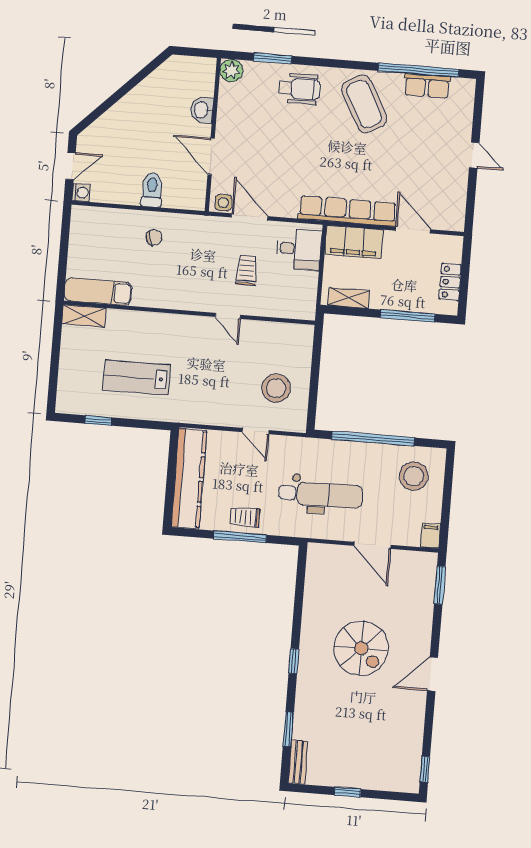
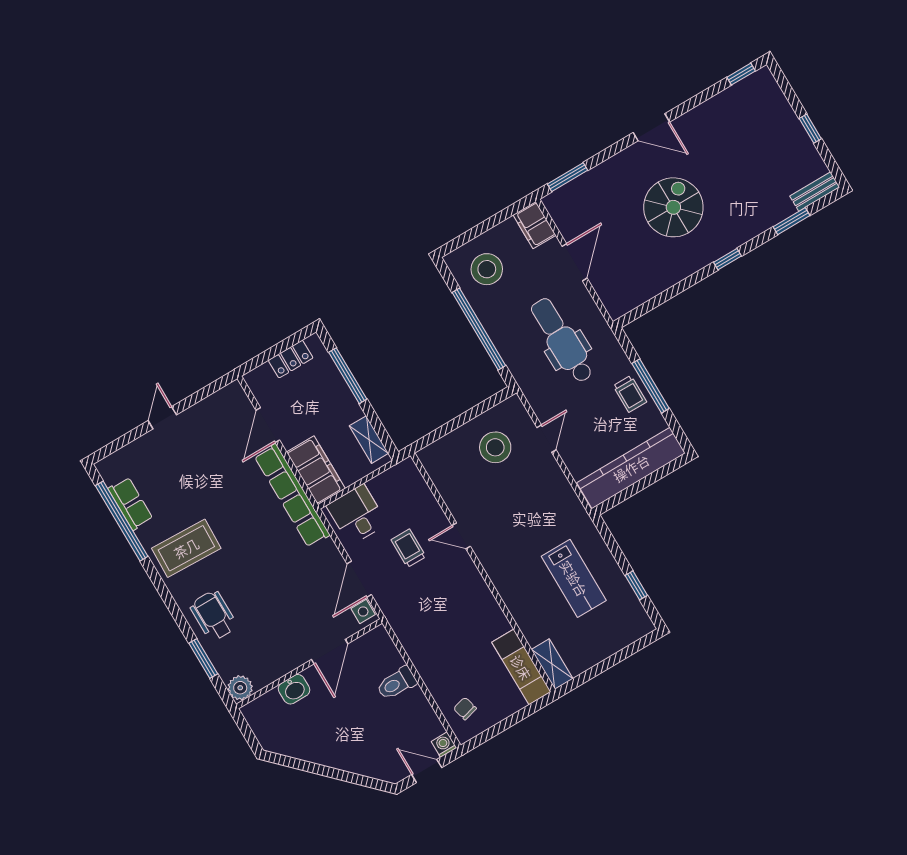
coffee table: (364, 104) -> (186, 548), turned 30
chair: (154, 237) -> (465, 709), moved
trolley: (247, 270) -> (409, 548), turned 90
door: (228, 316) -> (461, 536), swing flipped
filing cabinet: (430, 536) -> (534, 225), width x2.00

